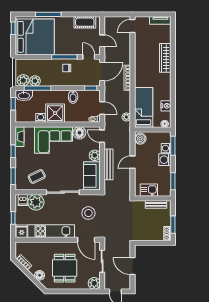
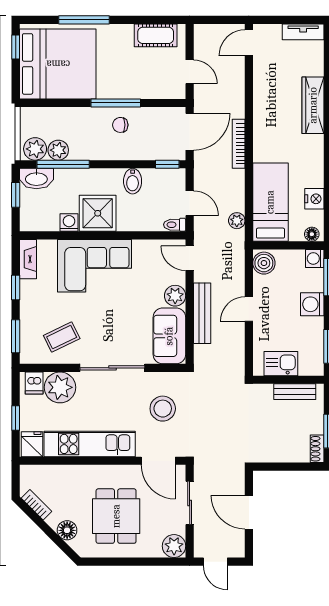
door: (89, 57) -> (163, 103), removed
floor lamp: (79, 133) -> (145, 252), removed
washing machine: (166, 148) -> (315, 258), moved

